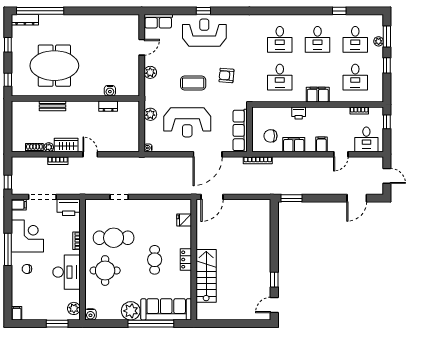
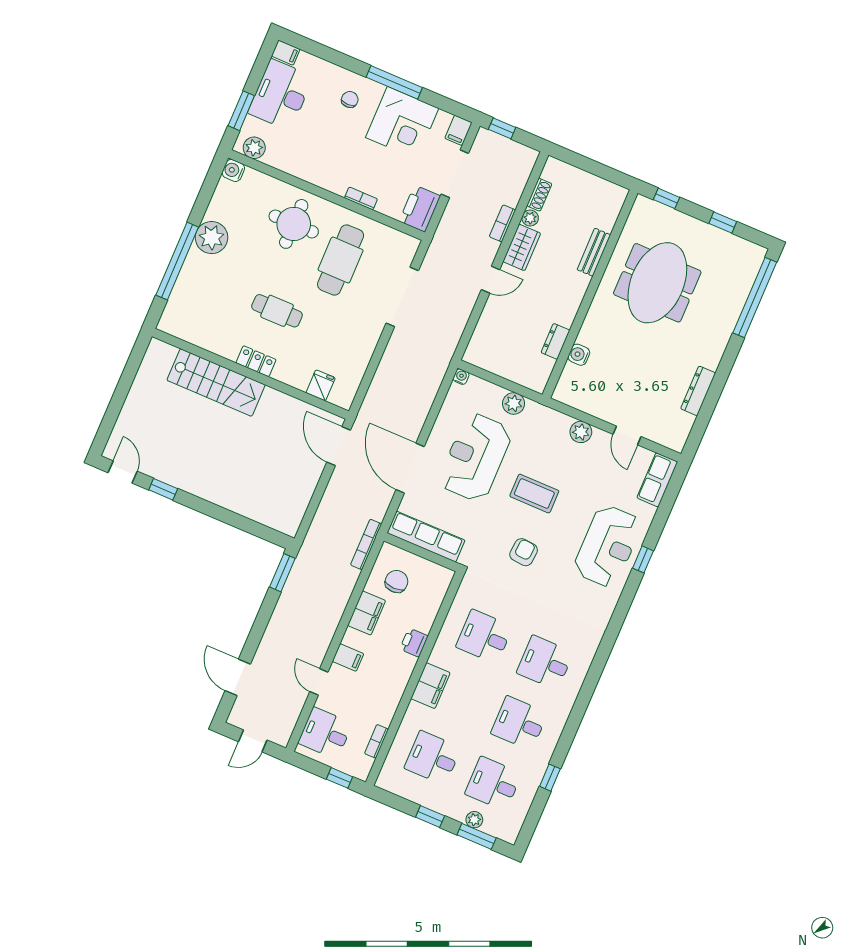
dresser: (25, 20) -> (698, 391), moved
coffee table: (193, 83) -> (534, 494), turned 90
doorway: (119, 197) -> (402, 297), width x1.87
desk: (67, 272) -> (281, 95), moved, turned 90
sofa: (166, 309) -> (190, 295), removed

